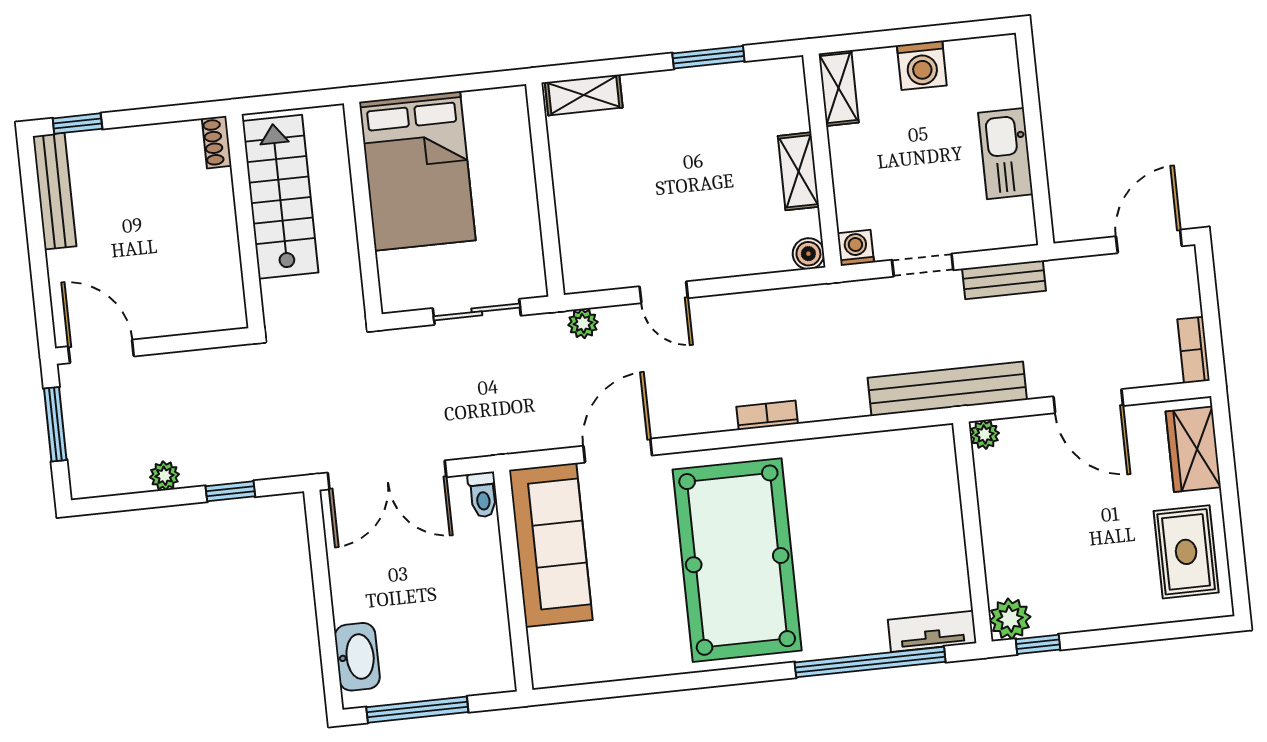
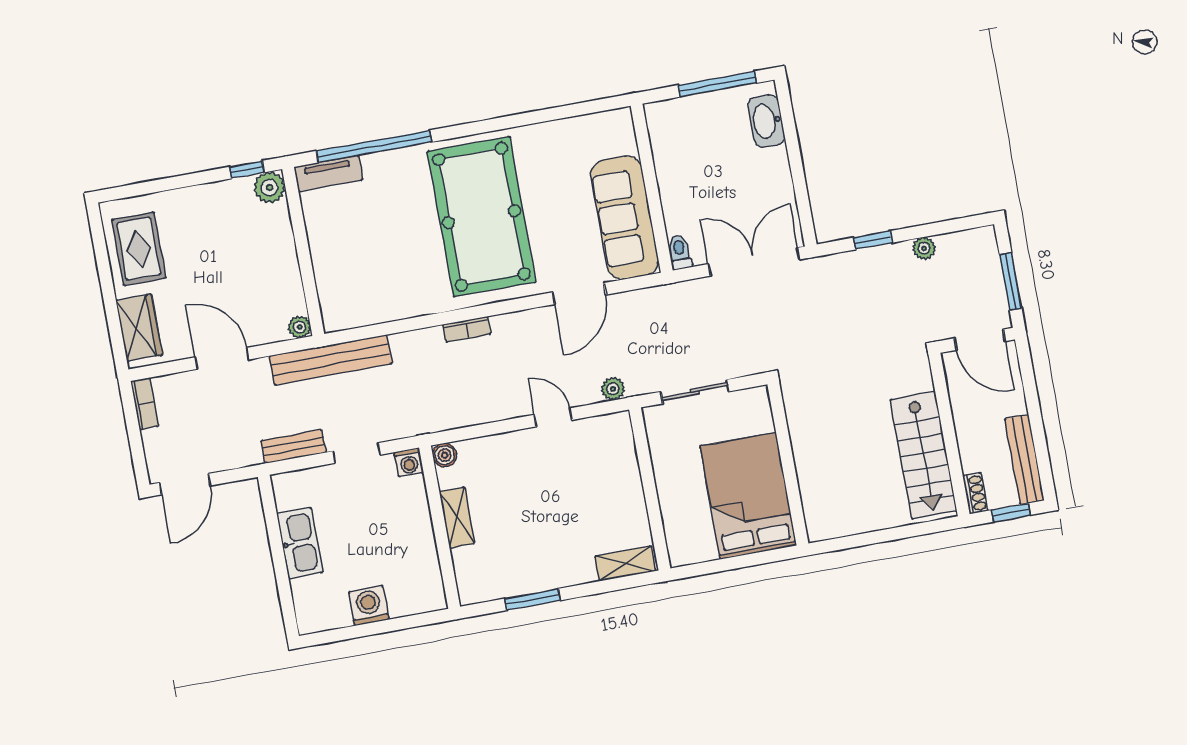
shelving: (839, 88) -> (431, 584), removed
shoe rack: (217, 142) -> (975, 493), moved
stairs: (280, 197) -> (924, 455), moved
wall: (245, 221) -> (949, 435), moved

